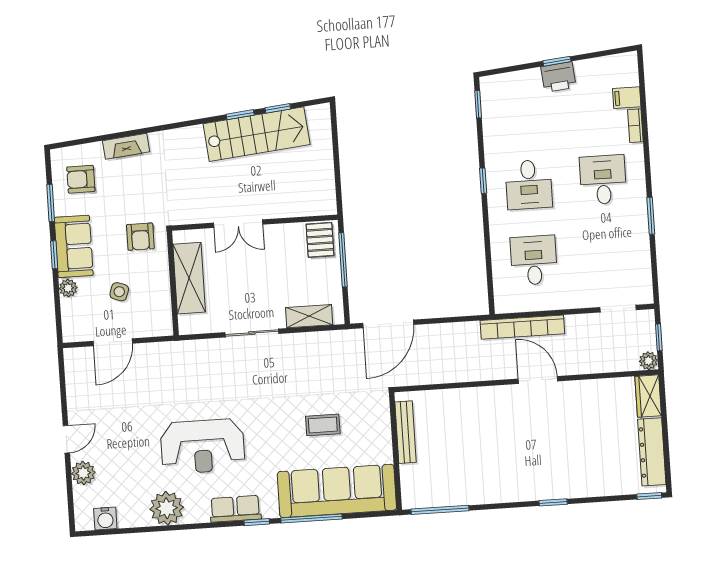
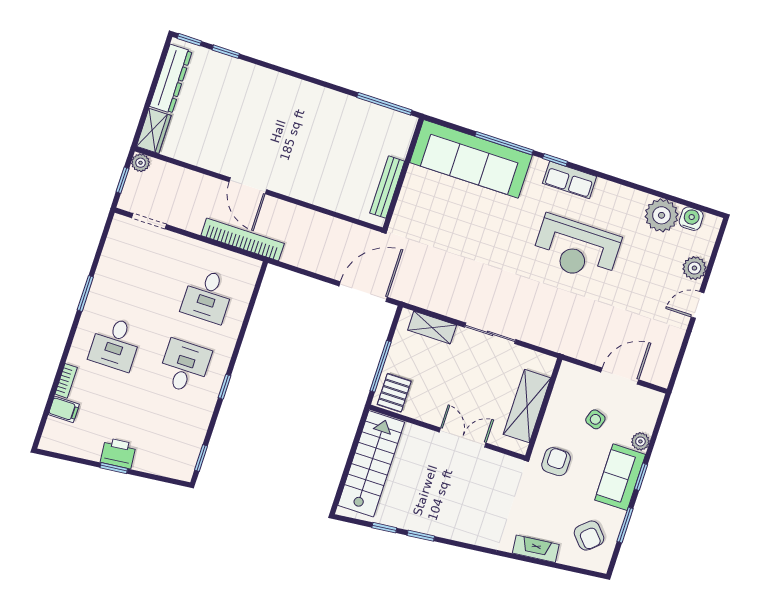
stairs: (257, 134) -> (371, 464), moved, turned 96
armchair: (81, 179) -> (589, 536), turned 48
coffee table: (323, 425) -> (460, 224), removed
reception desk: (203, 446) -> (576, 249), turned 180
window: (553, 502) -> (226, 52), moved
plant: (167, 508) -> (662, 215), moved

